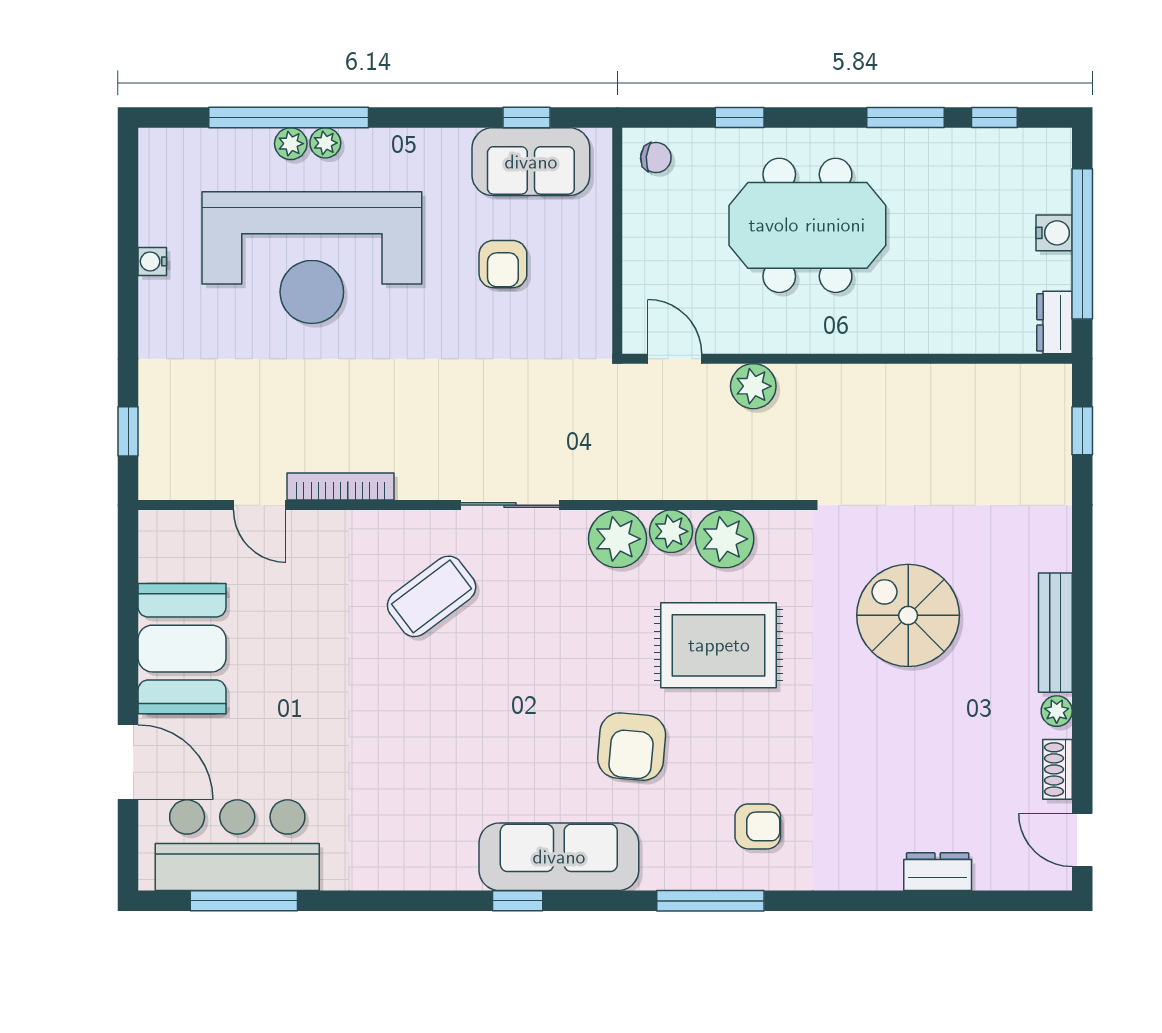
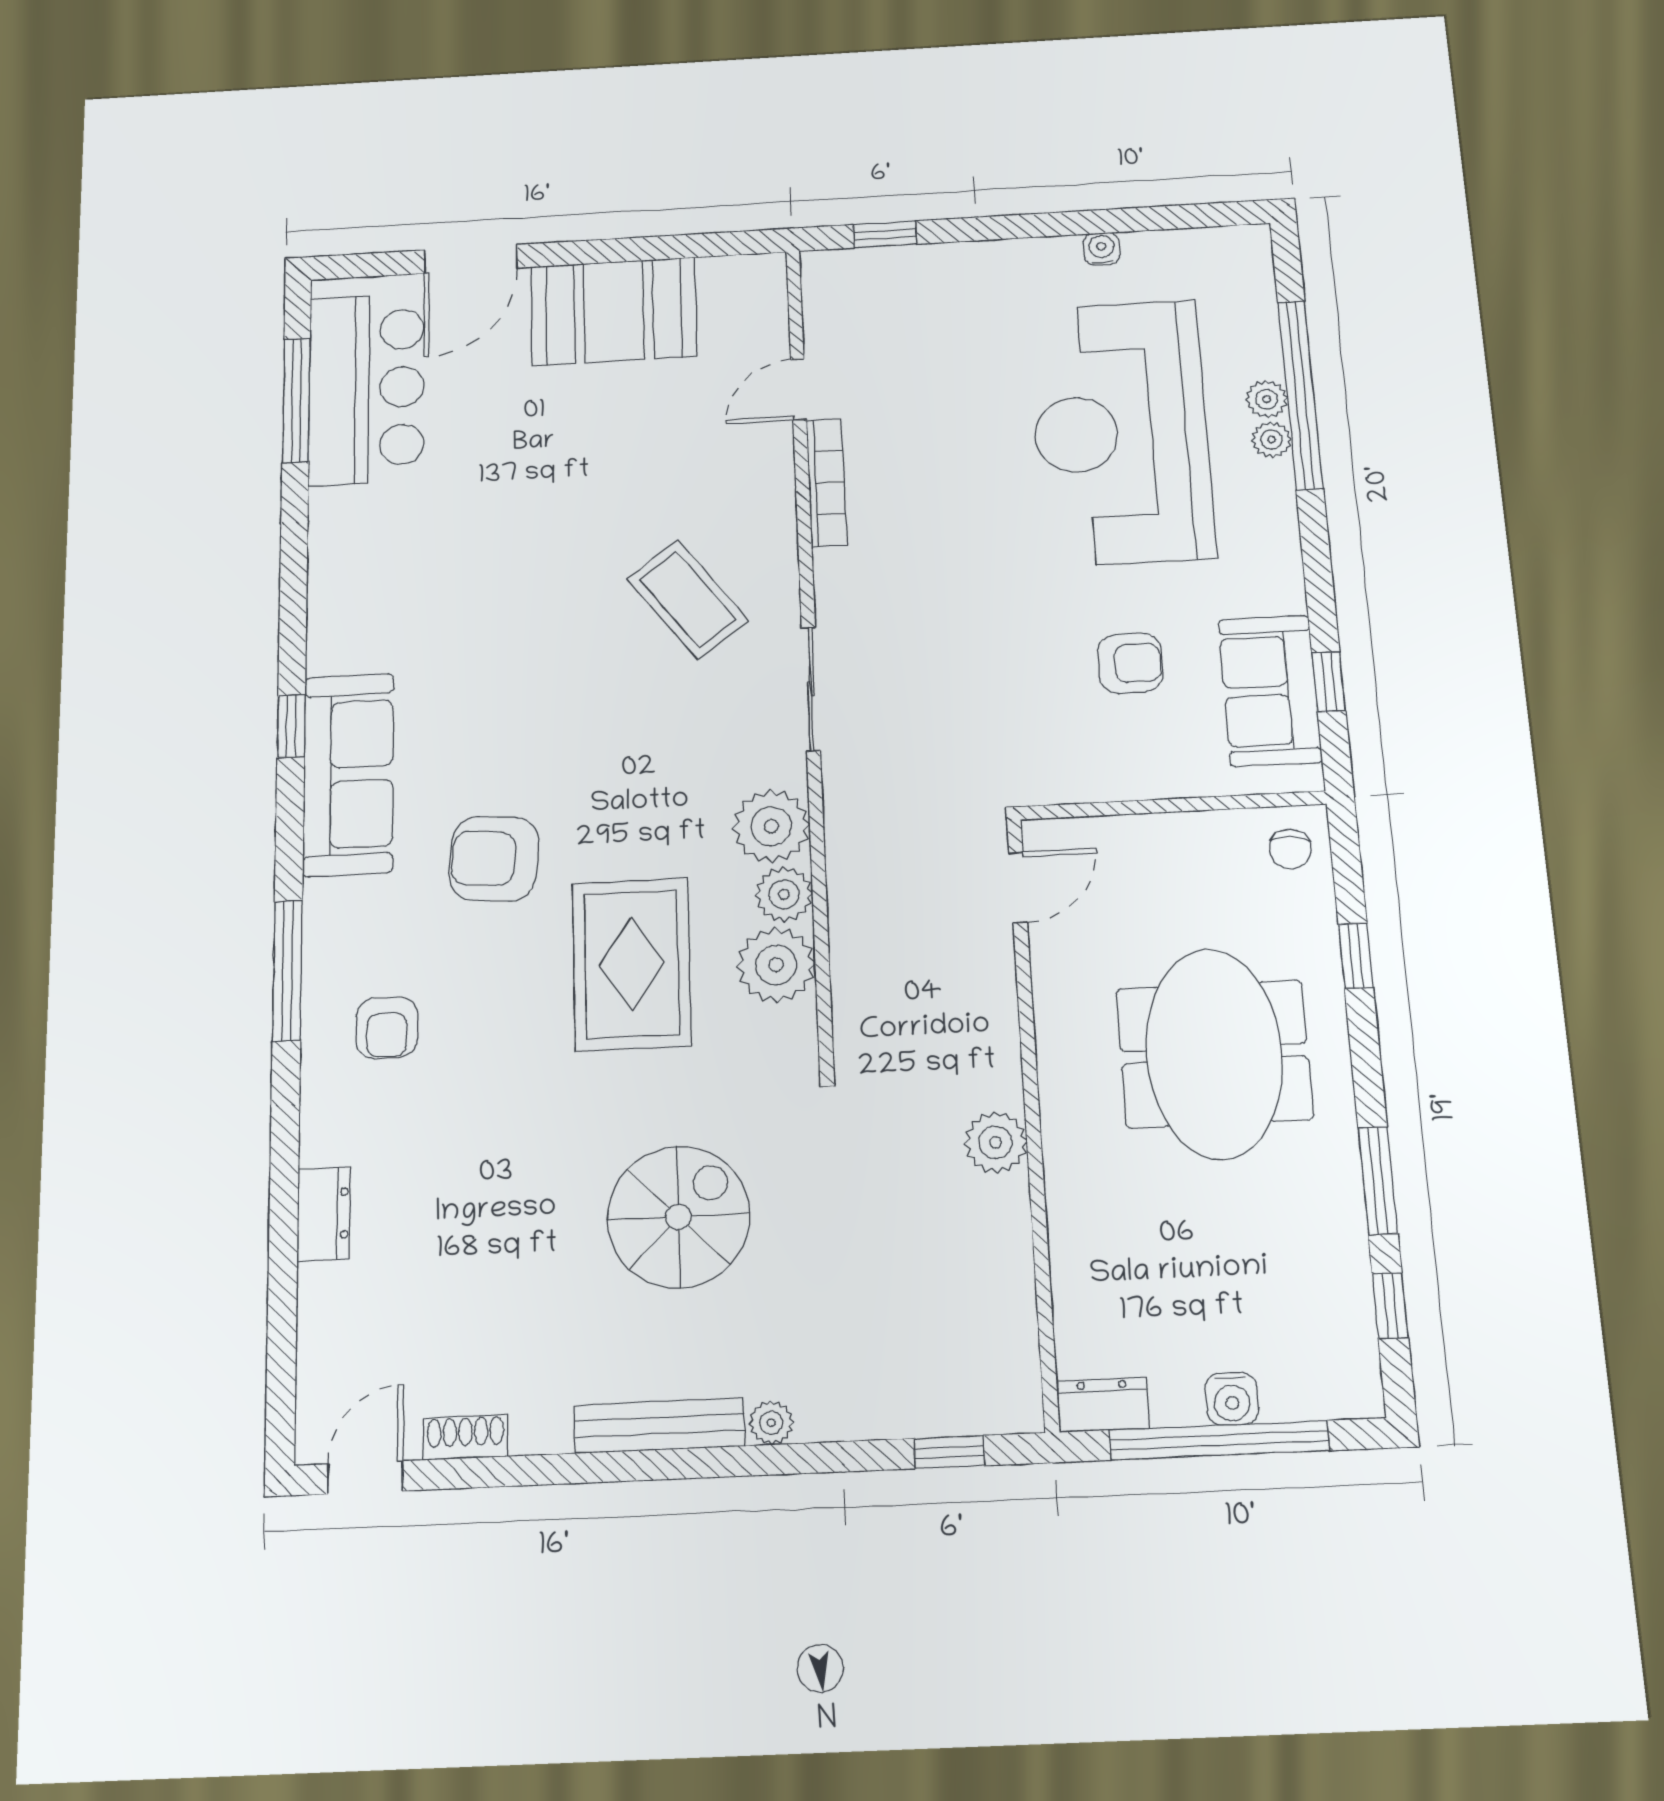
armchair: (503, 264) -> (1130, 663), turned 180
plant: (753, 386) -> (996, 1142), moved
plant: (1057, 711) -> (771, 1423), moved
dresser: (938, 872) -> (324, 1214), moved

